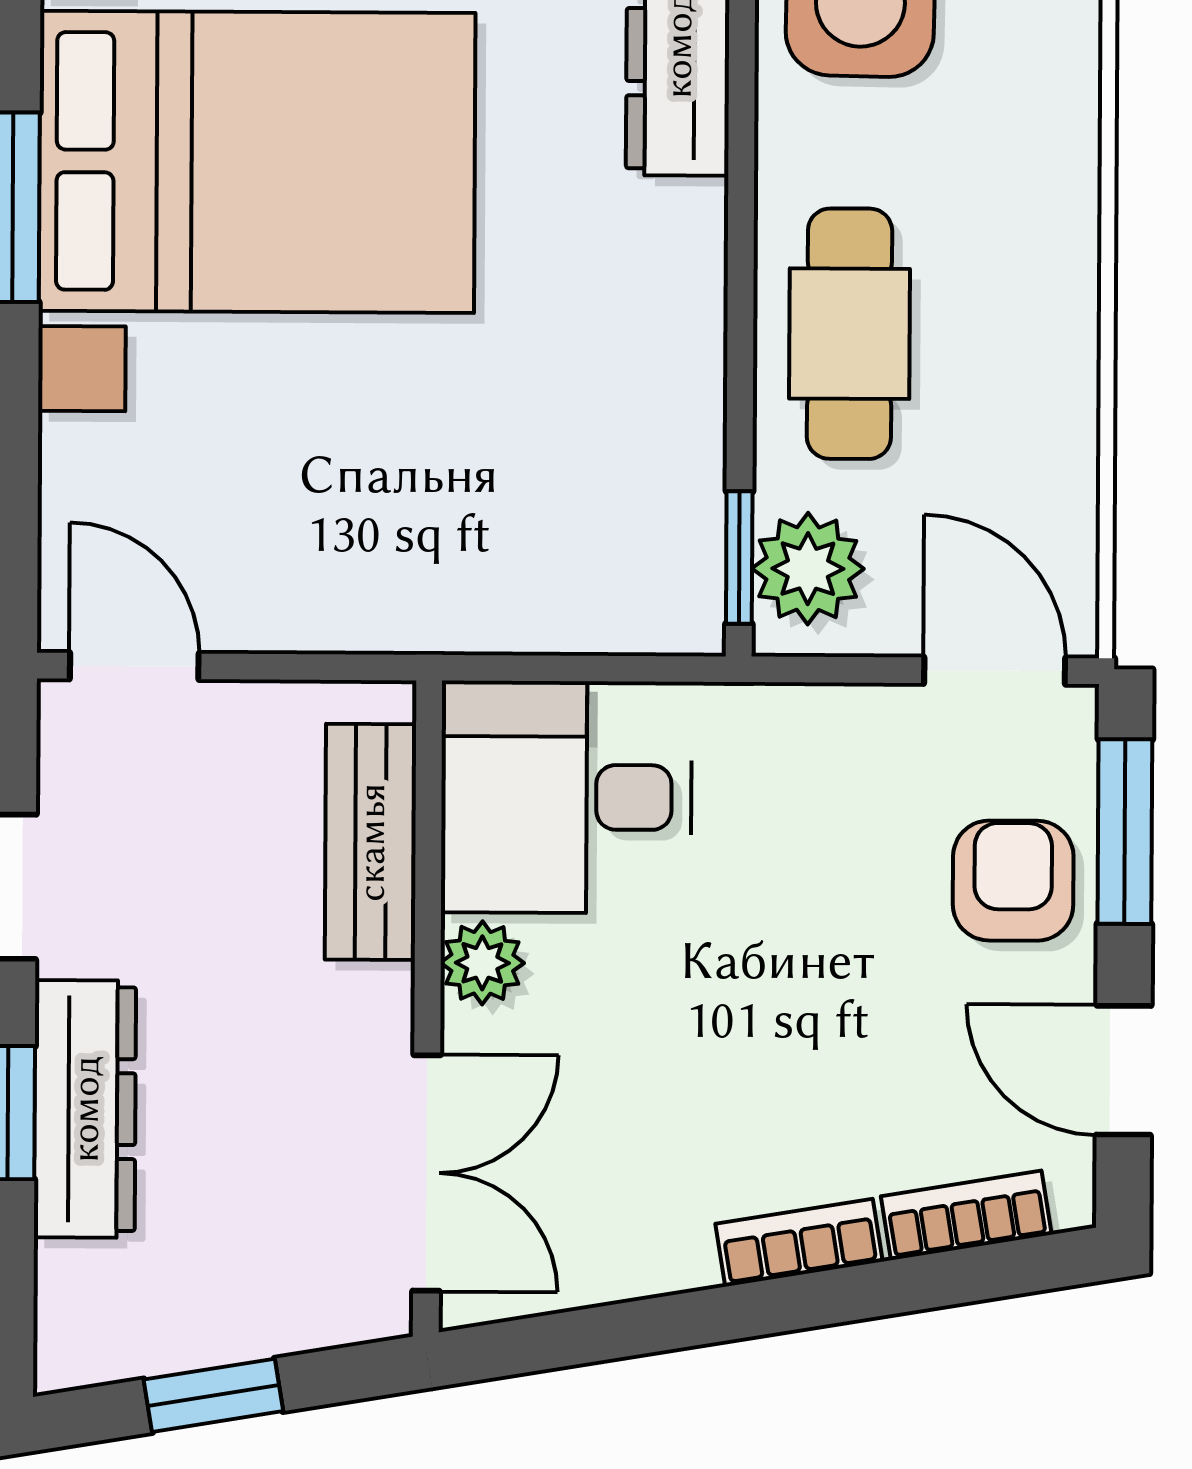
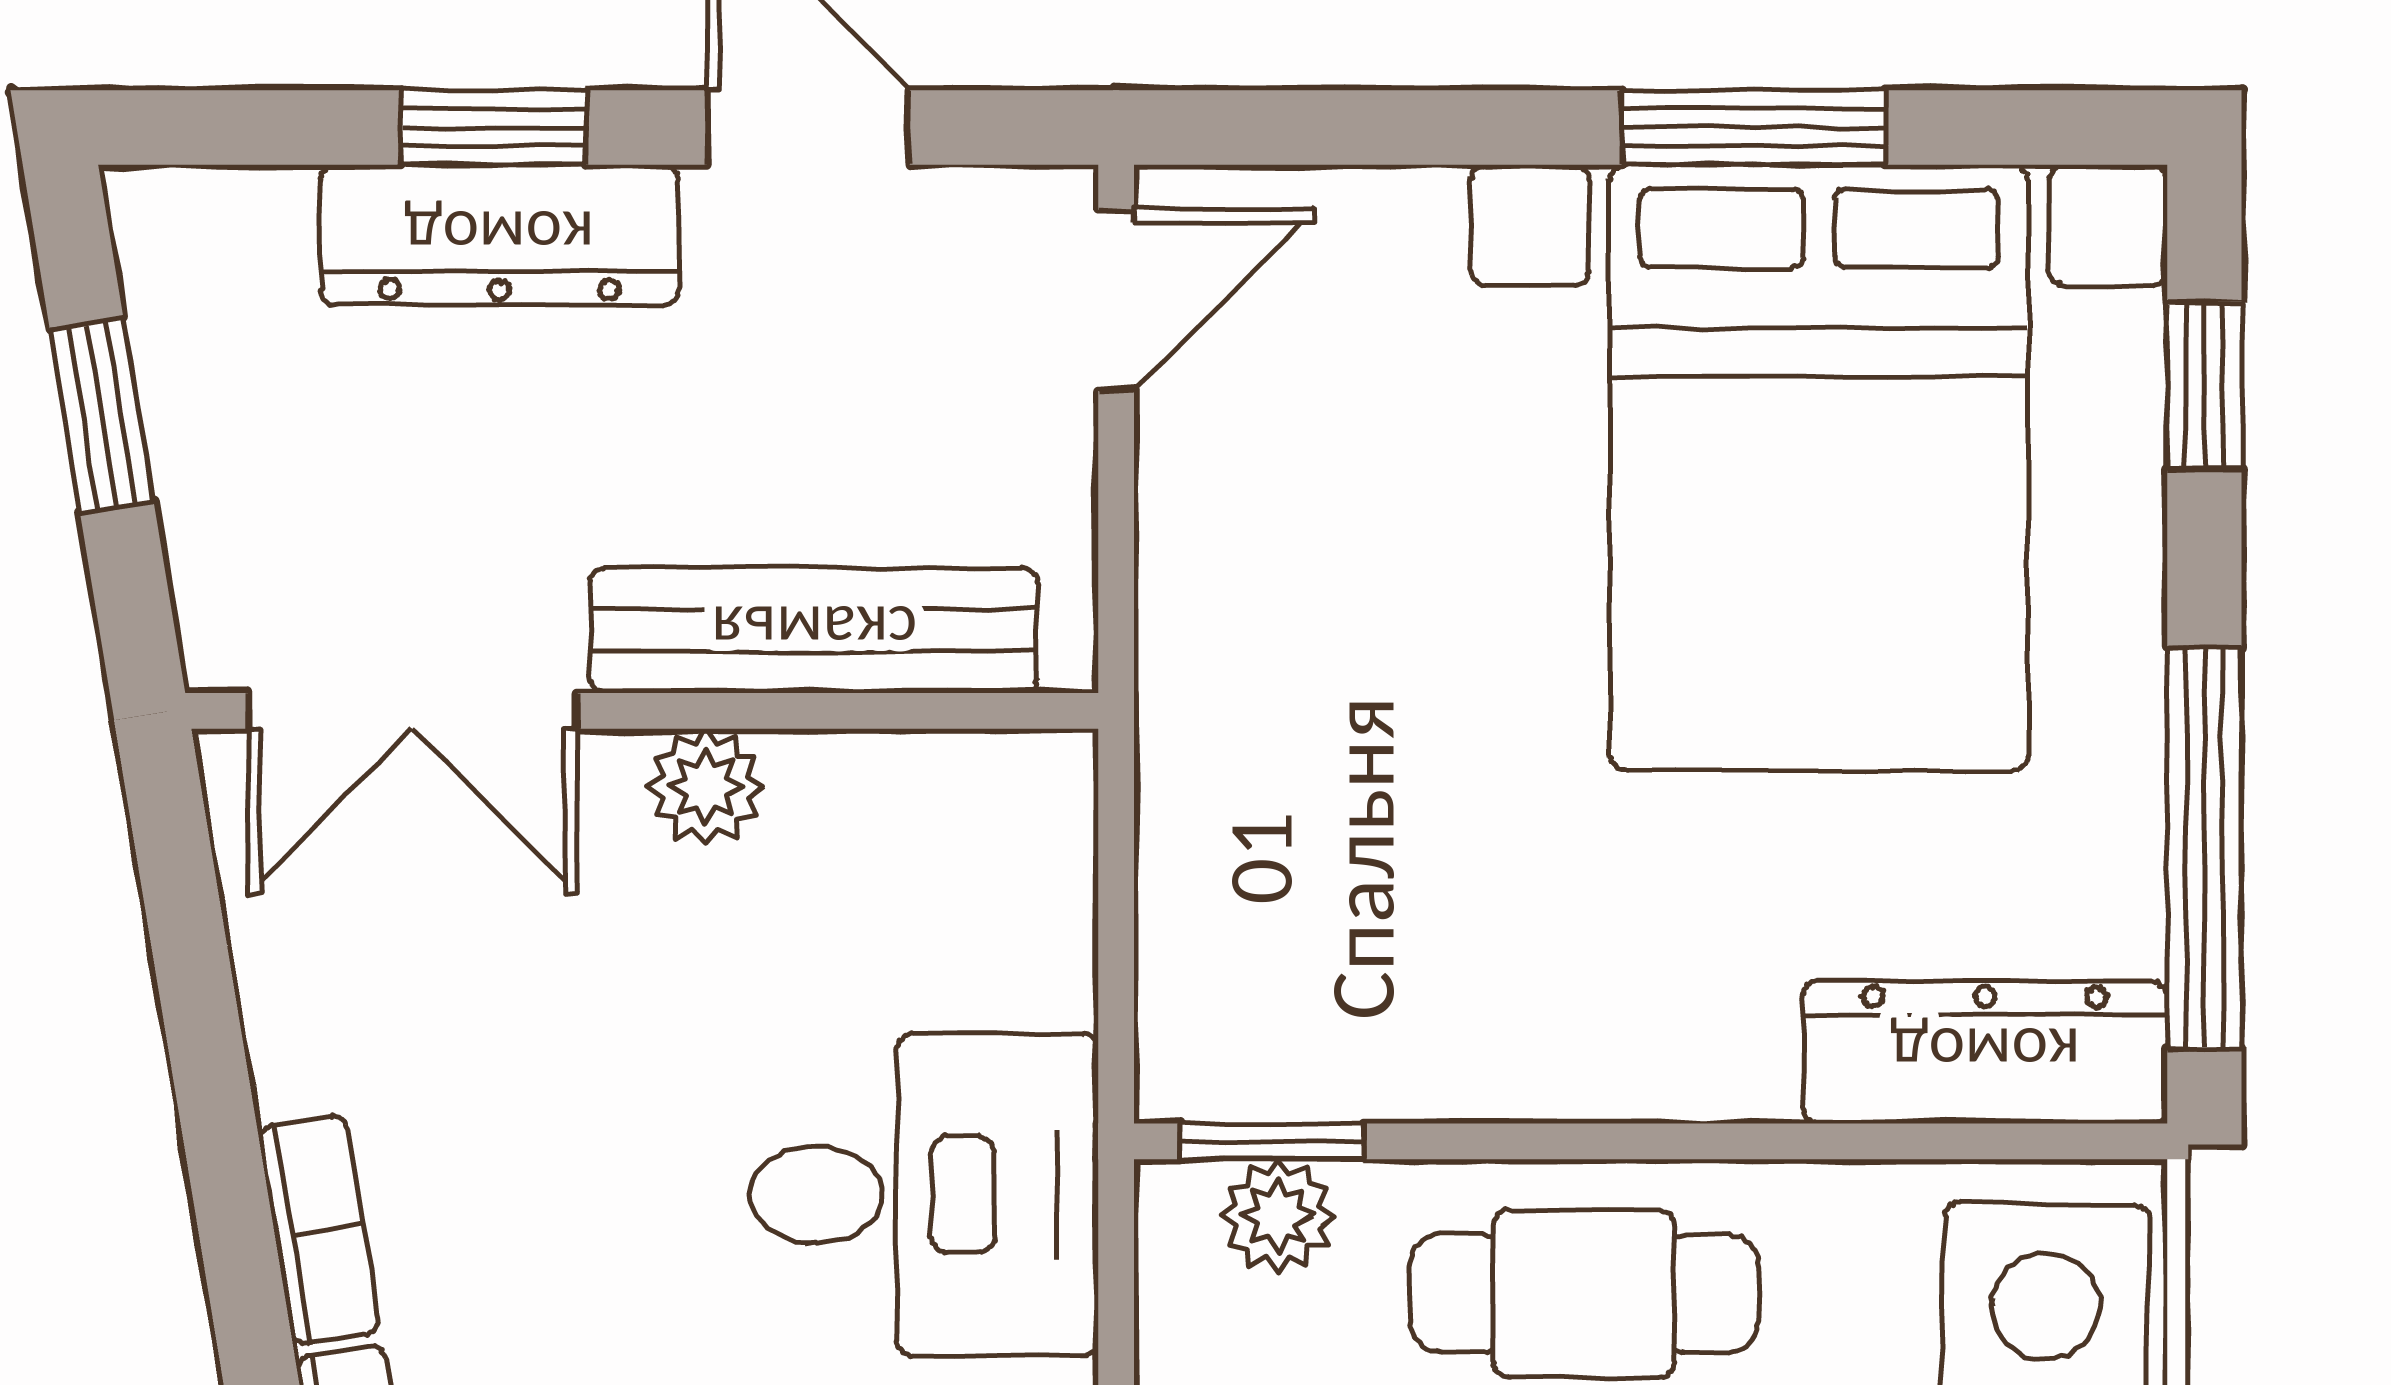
plant: (808, 569) -> (1278, 1216), width x0.73, depth x0.73
desk: (566, 797) -> (924, 1195), moved, turned 90
bench: (371, 842) -> (814, 630), width x1.36

